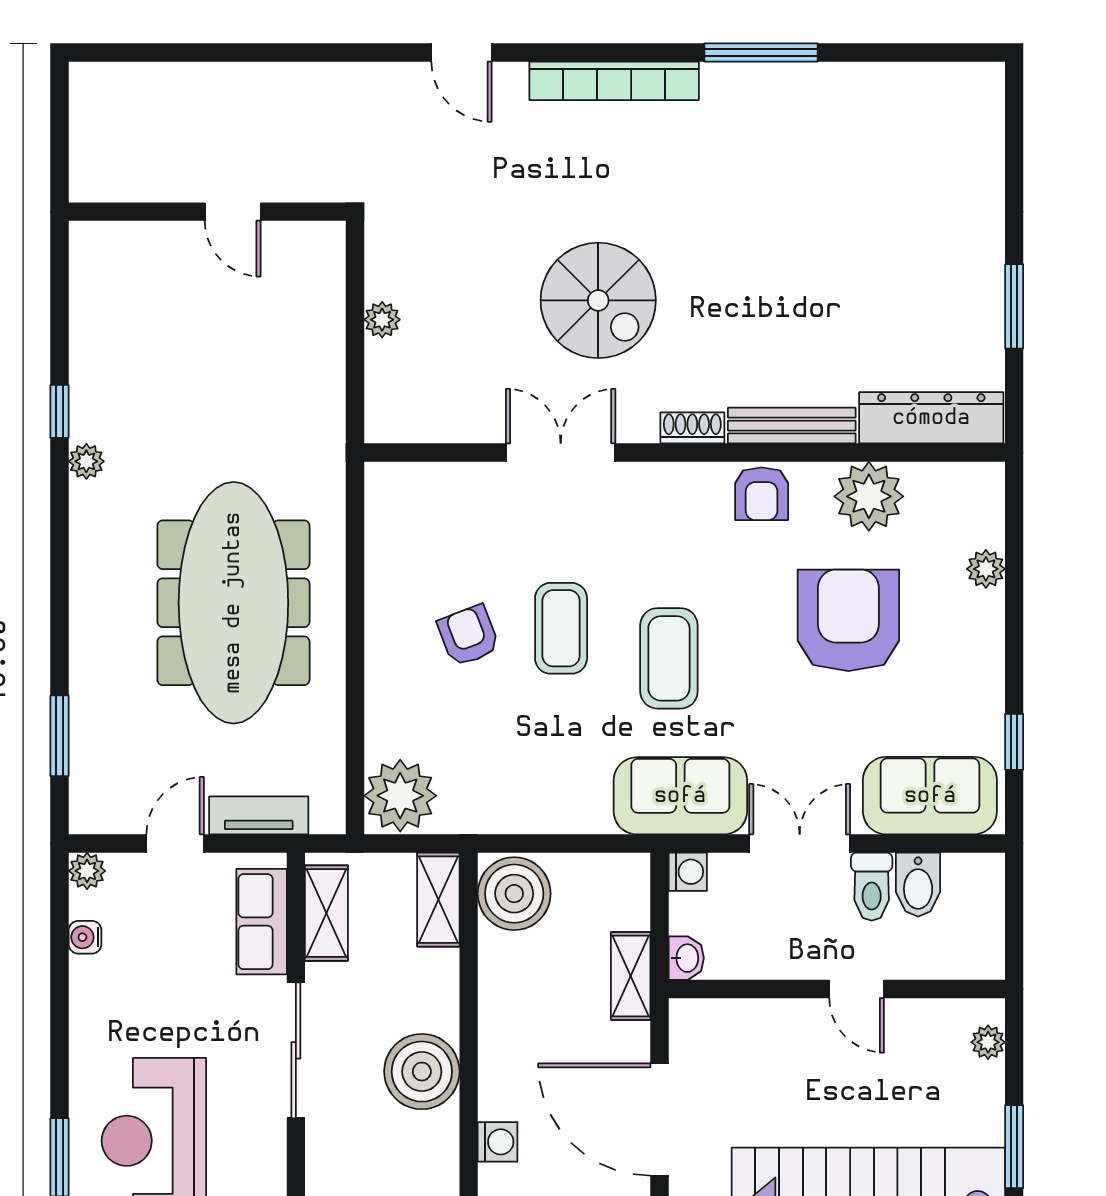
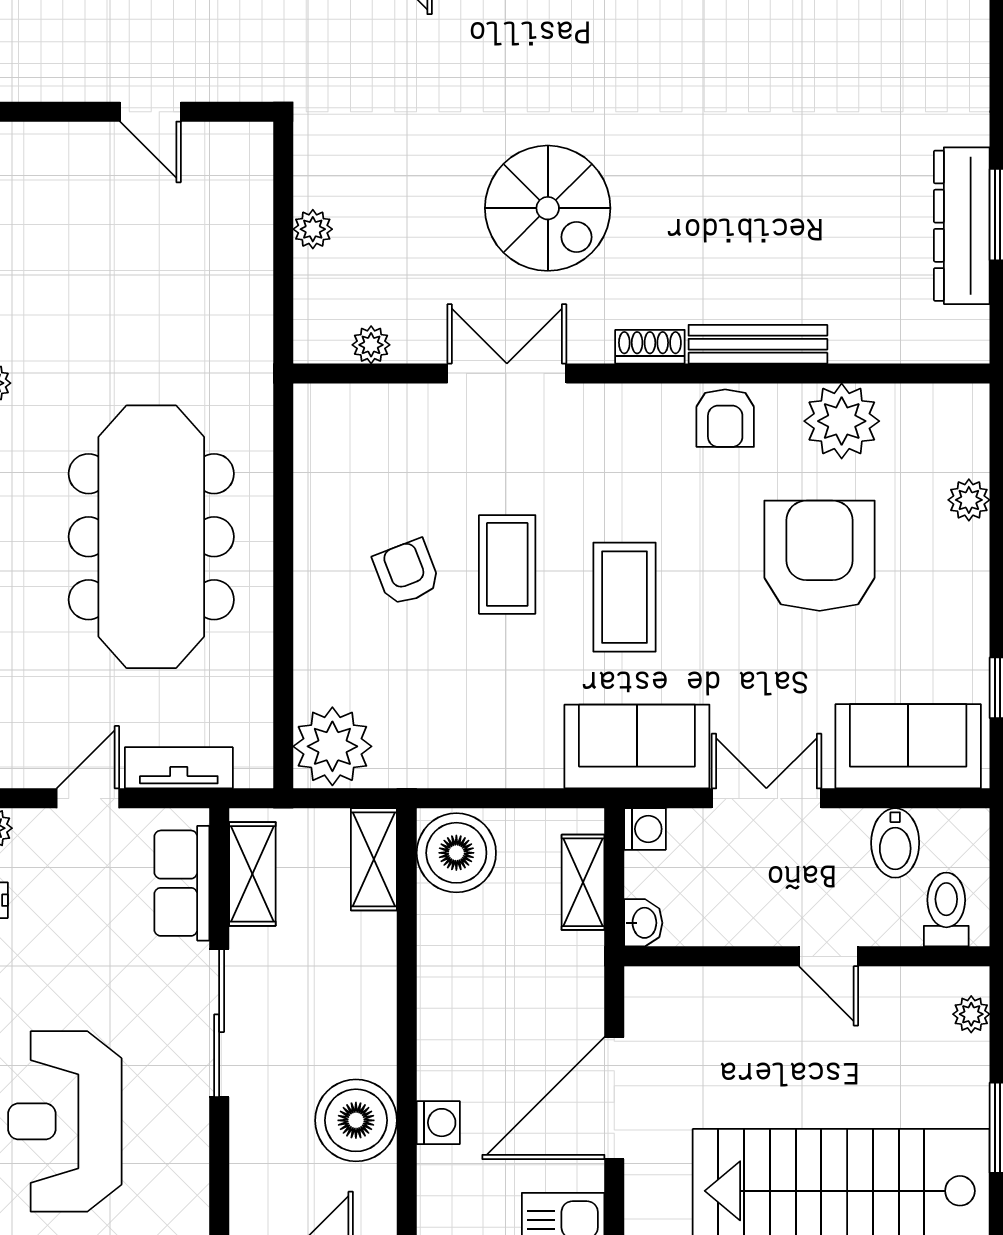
dresser: (931, 418) -> (962, 226), moved, turned -90
plant: (436, 426) -> (371, 345), added
toilet: (872, 887) -> (946, 910), moved, turned 180
shelving: (631, 976) -> (583, 882), moved
boiler: (422, 1072) -> (356, 1120), moved
door: (660, 1119) -> (614, 1098), hinge flipped

